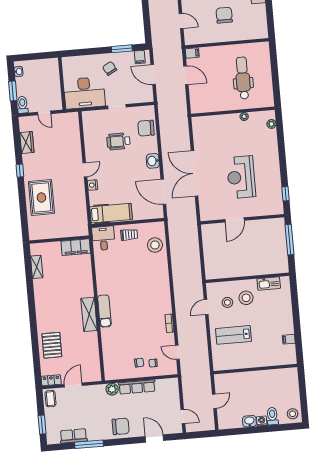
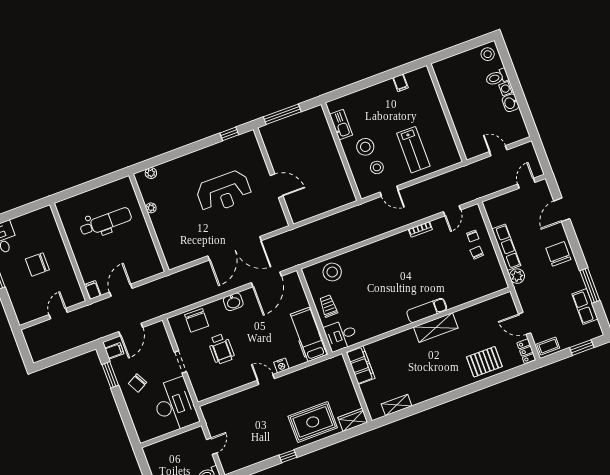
dental chair: (243, 78) -> (106, 222), turned 180
wardrobe: (27, 142) -> (353, 420), moved

